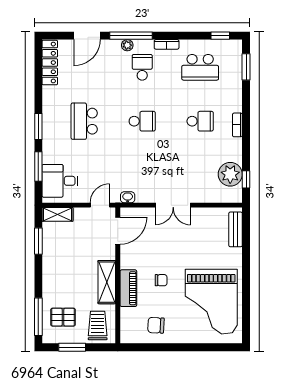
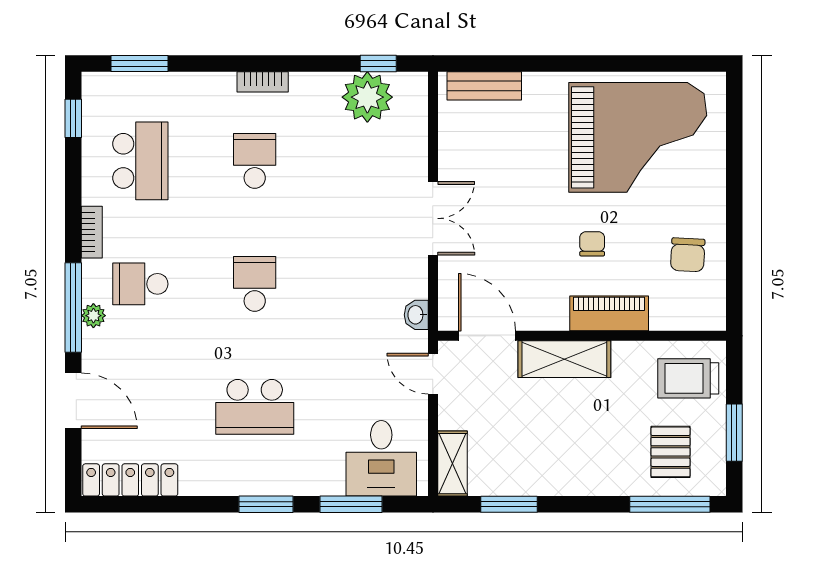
shelving: (107, 282) -> (564, 359), moved

